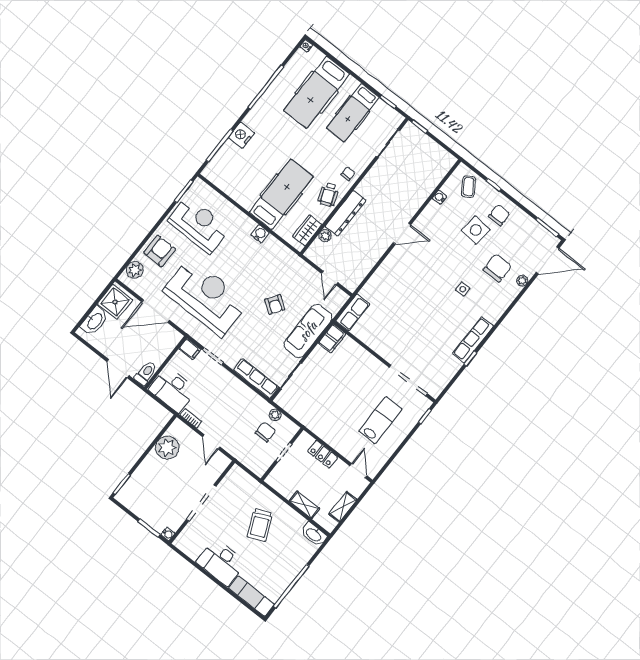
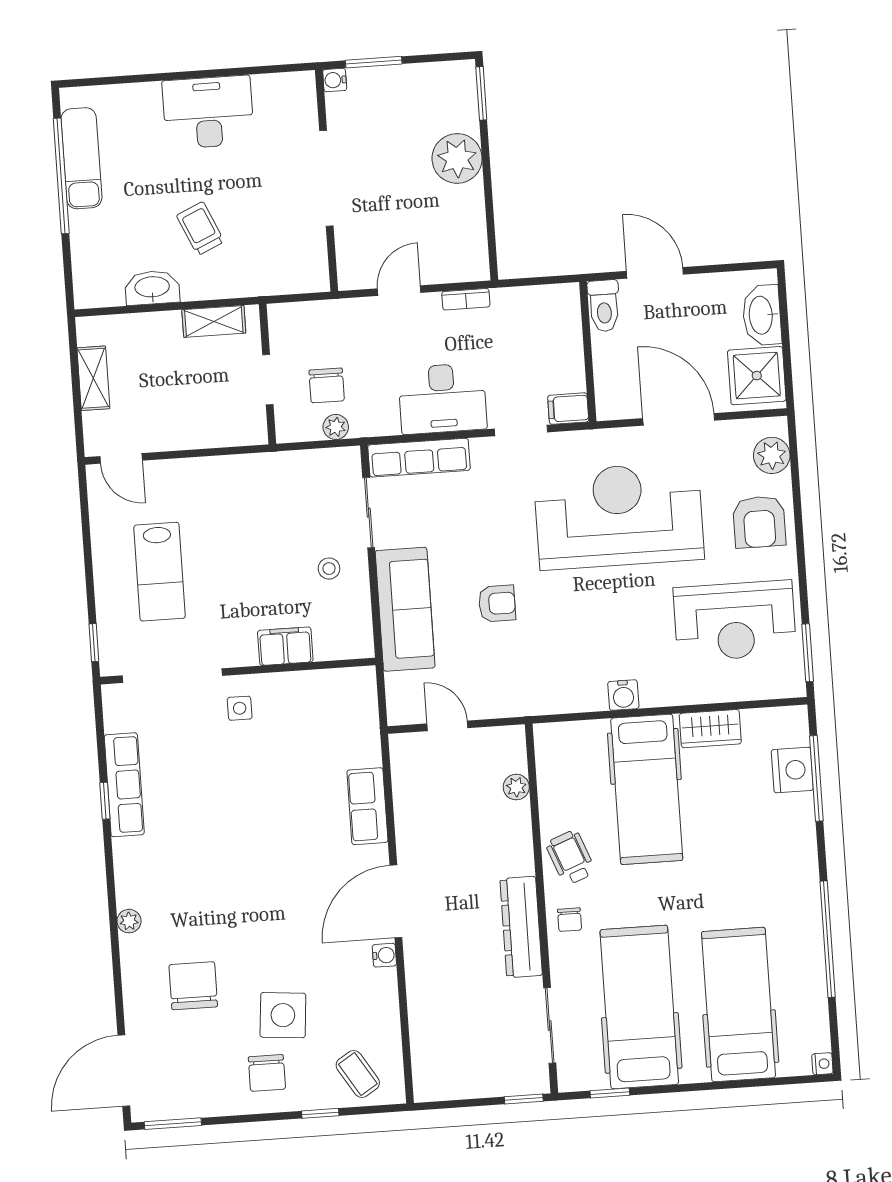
hospital bed: (353, 113) -> (639, 1007), width x1.37, depth x1.29
nightstand: (242, 135) -> (792, 770), moved
water cooler: (440, 197) -> (384, 955), moved
dresser: (346, 213) -> (521, 927), moved
wardrobe: (307, 230) -> (710, 729), moved, turned 90
door: (402, 234) -> (396, 901), width x1.36
chair: (497, 268) -> (193, 986), turned 180
plant: (522, 281) -> (129, 921), moved
side table: (463, 289) -> (240, 708), moved
reception desk: (206, 297) -> (619, 516), turned 180
armchair: (275, 304) -> (497, 603), turned 146
door: (155, 311) -> (679, 419), hinge flipped
row of seats: (353, 312) -> (367, 806), moved
filing cabinet: (332, 338) -> (285, 646), moved, turned 90
row of seats: (473, 340) -> (124, 785), moved
stool: (321, 369) -> (329, 569), added
desk: (173, 390) -> (442, 398), moved, turned 180
door: (211, 442) -> (399, 291), hinge flipped
plant: (167, 448) -> (457, 158), moved
locker: (323, 454) -> (203, 433), removed
shelving: (304, 505) -> (214, 321), moved
trolley: (260, 525) -> (200, 229), width x0.73, depth x0.72
washbasin: (314, 535) -> (152, 288), moved
exam couch: (251, 596) -> (81, 158), moved, turned -90

